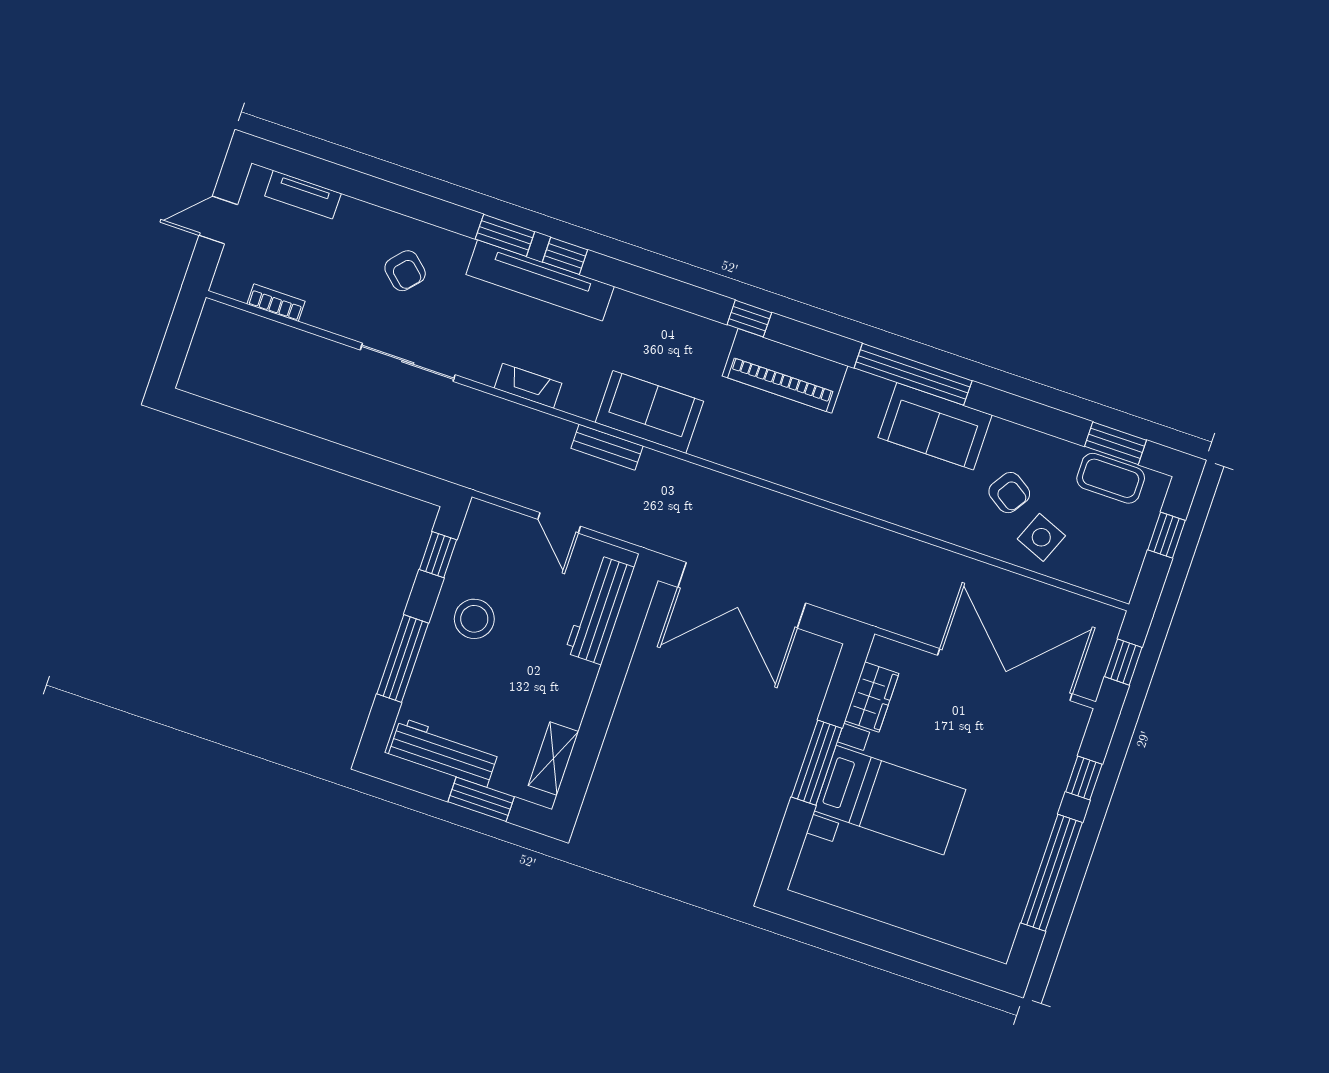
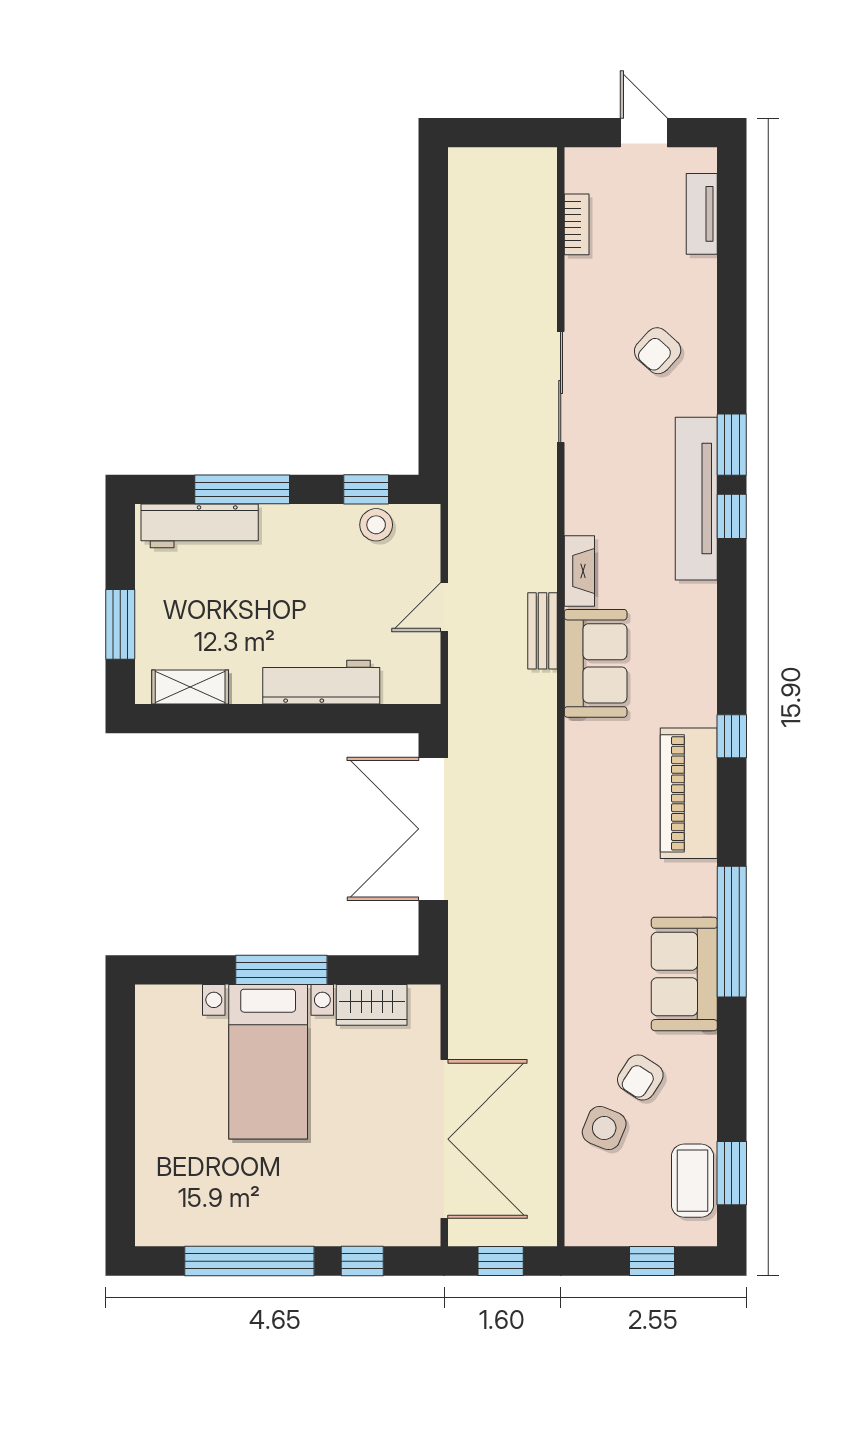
fireplace: (528, 386) -> (579, 571), moved
workbench: (600, 610) -> (321, 682), moved
stool: (474, 619) -> (376, 525), moved, width x0.73, depth x0.73
workbench: (444, 752) -> (200, 526), moved, turned 90

